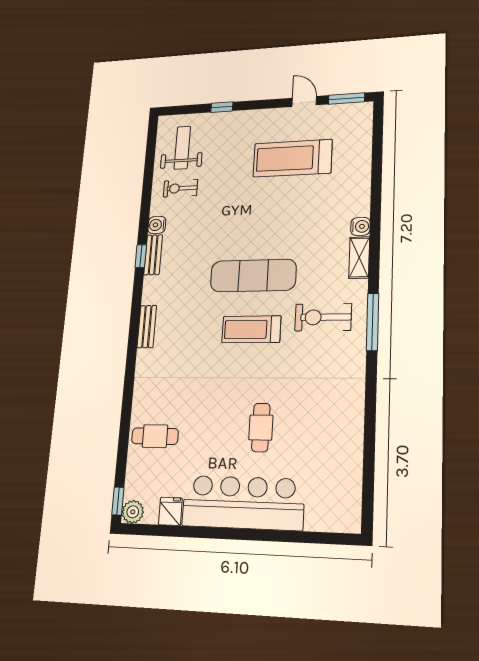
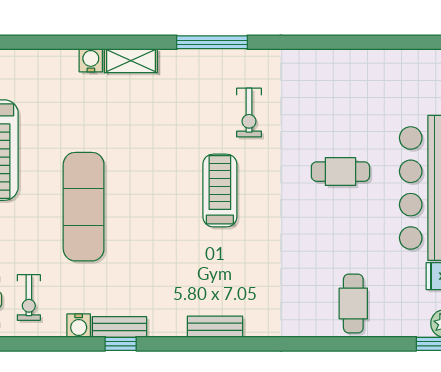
exercise mat: (253, 276) -> (84, 207), moved
exercise bike: (323, 317) -> (249, 113), moved, width x0.73, depth x0.72
treadmill: (251, 329) -> (220, 190), turned 180

